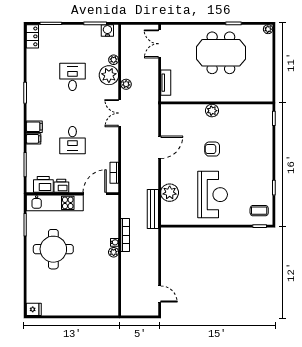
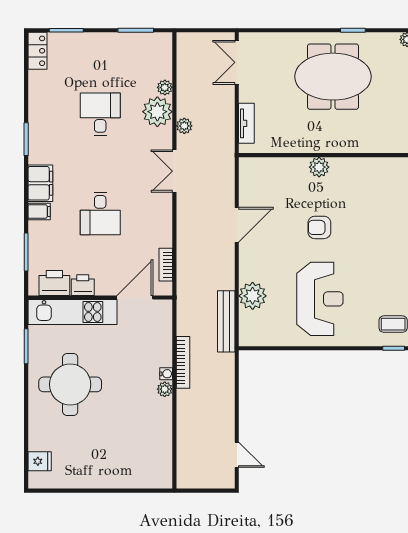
water cooler: (107, 30) -> (155, 42), removed
filing cabinet: (34, 127) -> (40, 183), width x2.00
fridge: (34, 309) -> (40, 461), moved

